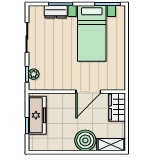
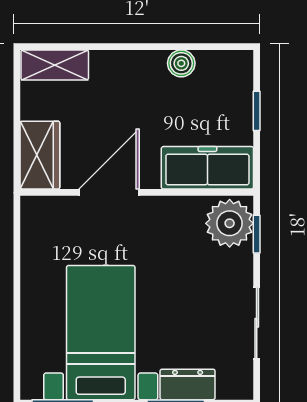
plant: (34, 74) -> (230, 223), width x1.87, depth x1.87
freezer: (37, 115) -> (207, 168), moved, turned 90
boiler: (85, 140) -> (181, 63), moved, width x0.54, depth x0.54

